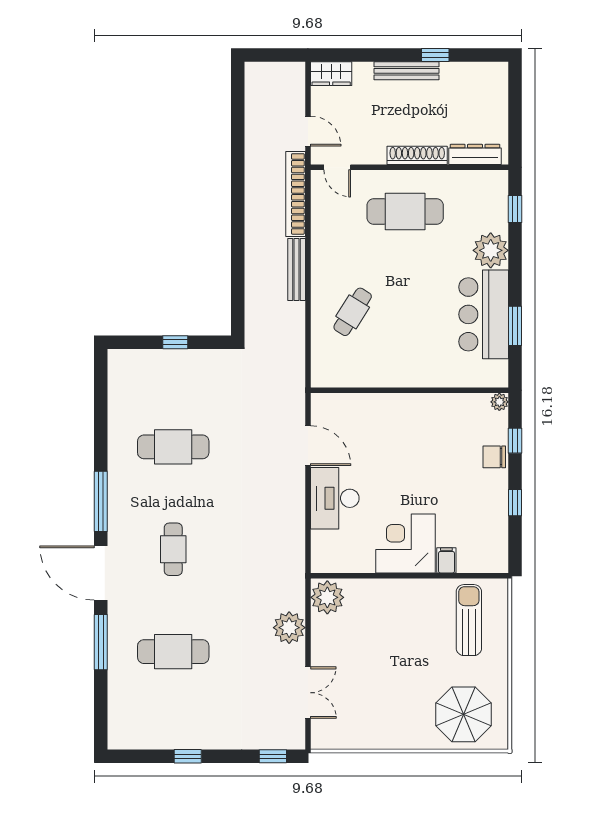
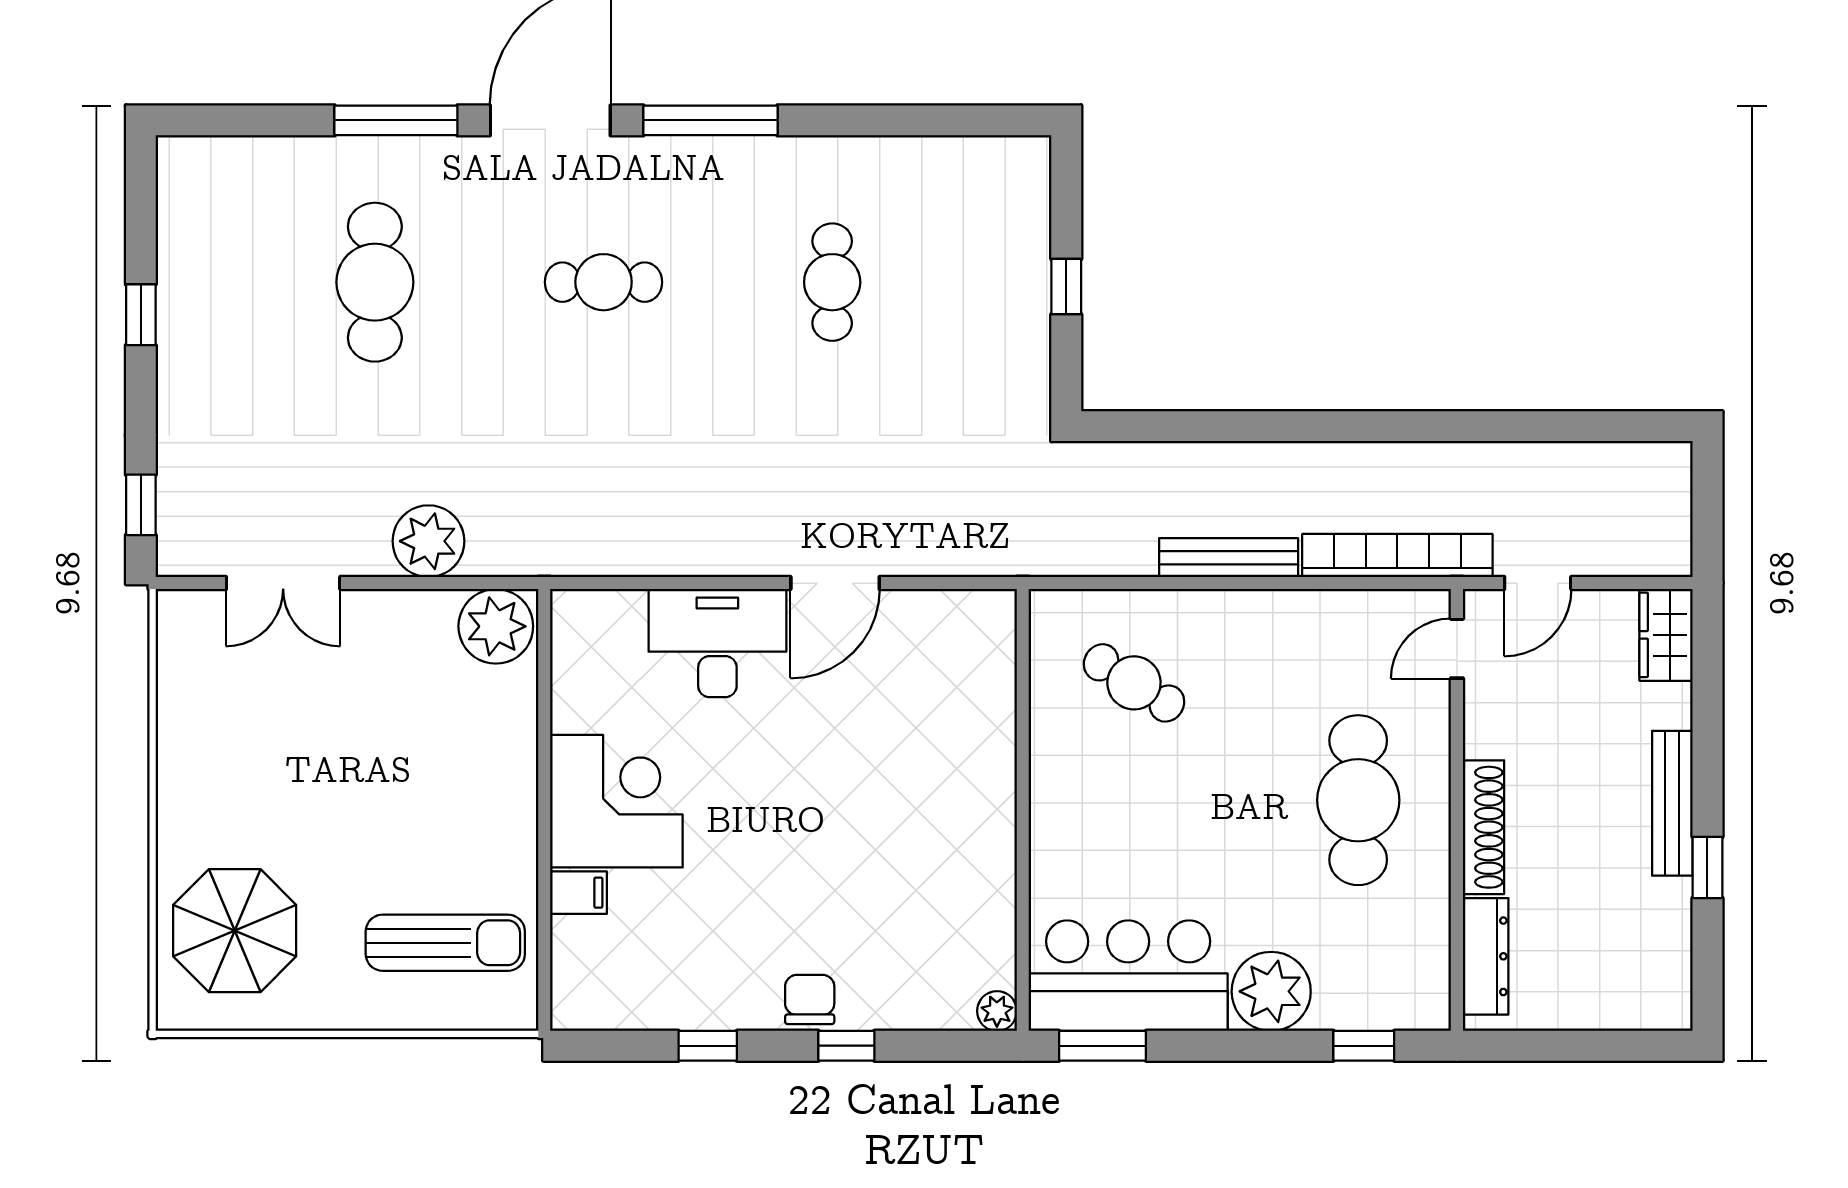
wall: (409, 390) -> (1023, 810), moved
plant: (499, 402) -> (997, 1011), moved
cafe table: (173, 447) -> (832, 282), width x0.73, depth x0.74

